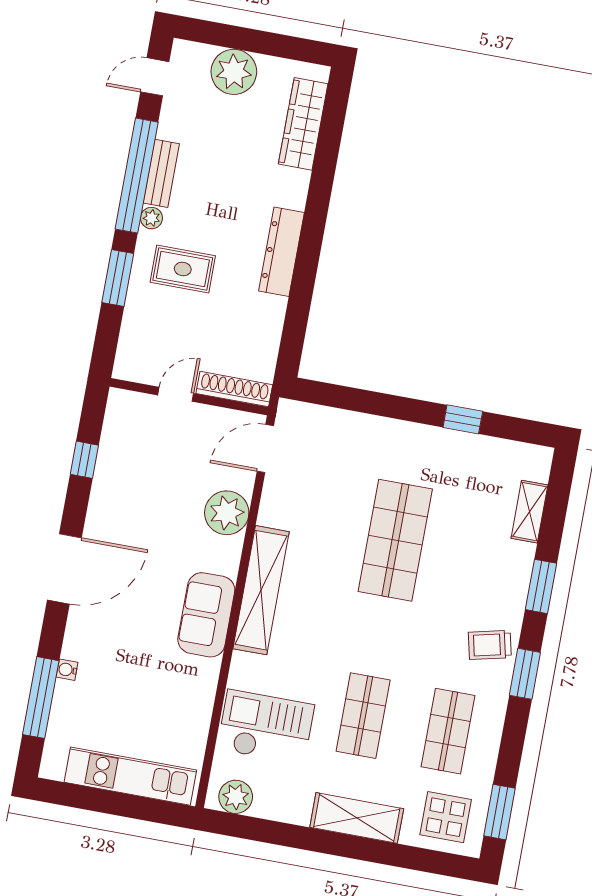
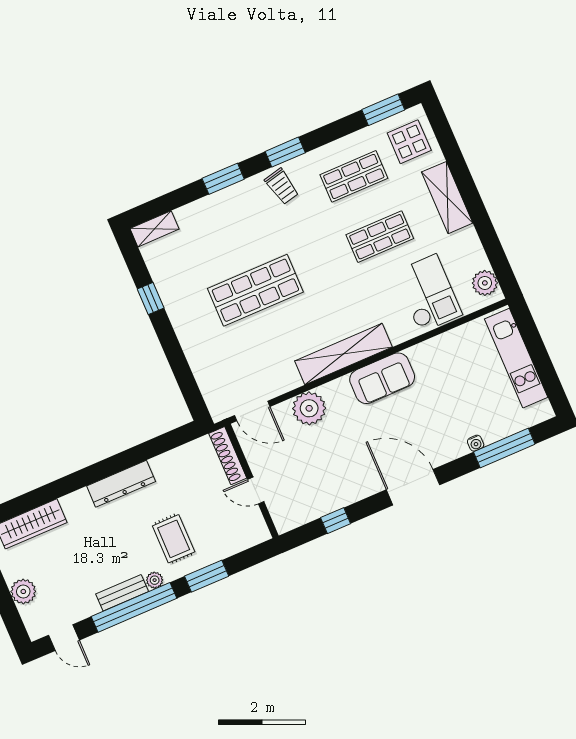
plant: (234, 72) -> (23, 591), width x0.73, depth x0.73
shelving: (529, 512) -> (155, 229), moved
checkout: (266, 727) -> (428, 293), turned 180

